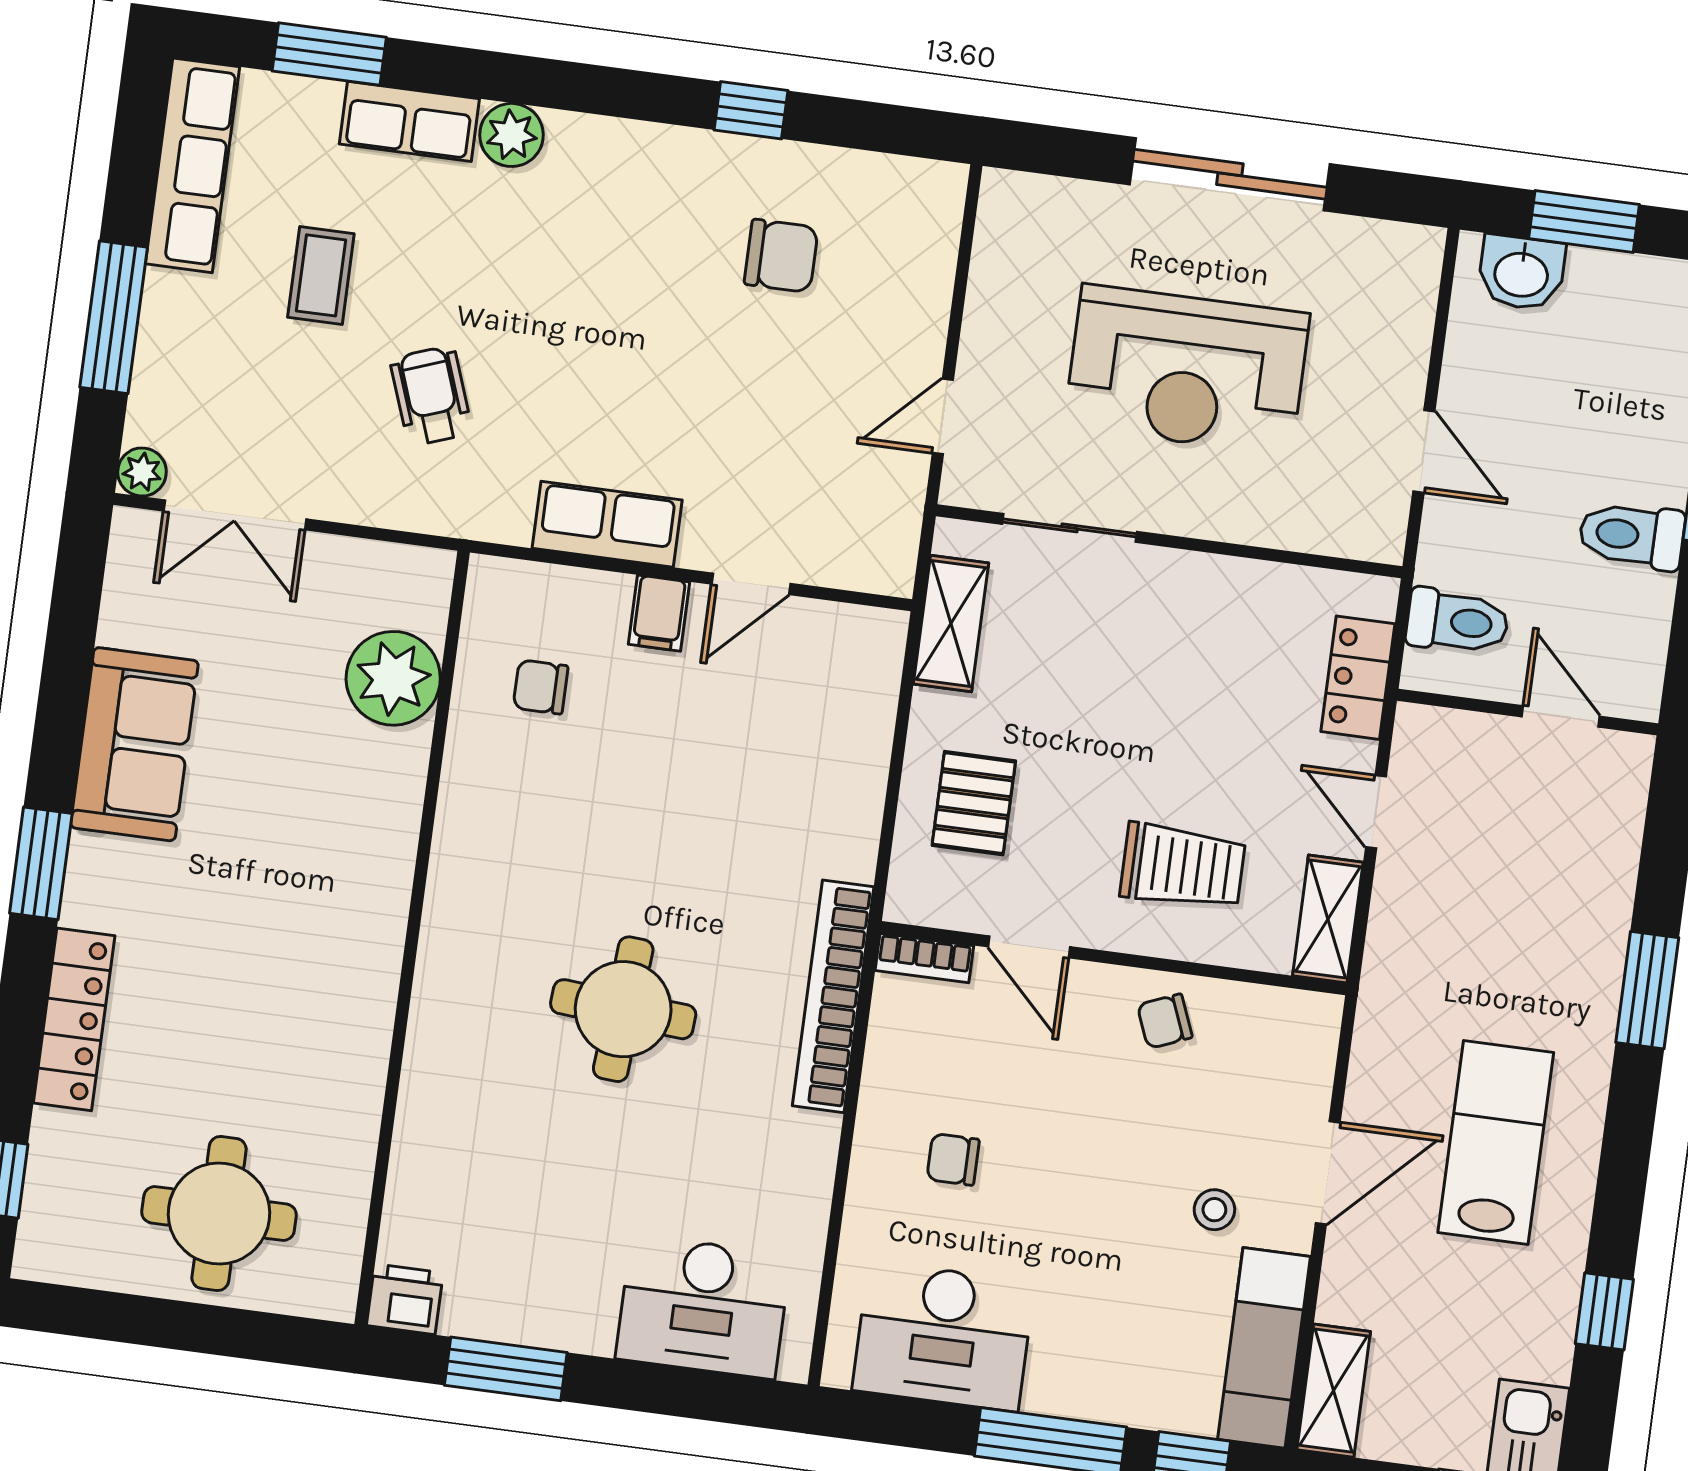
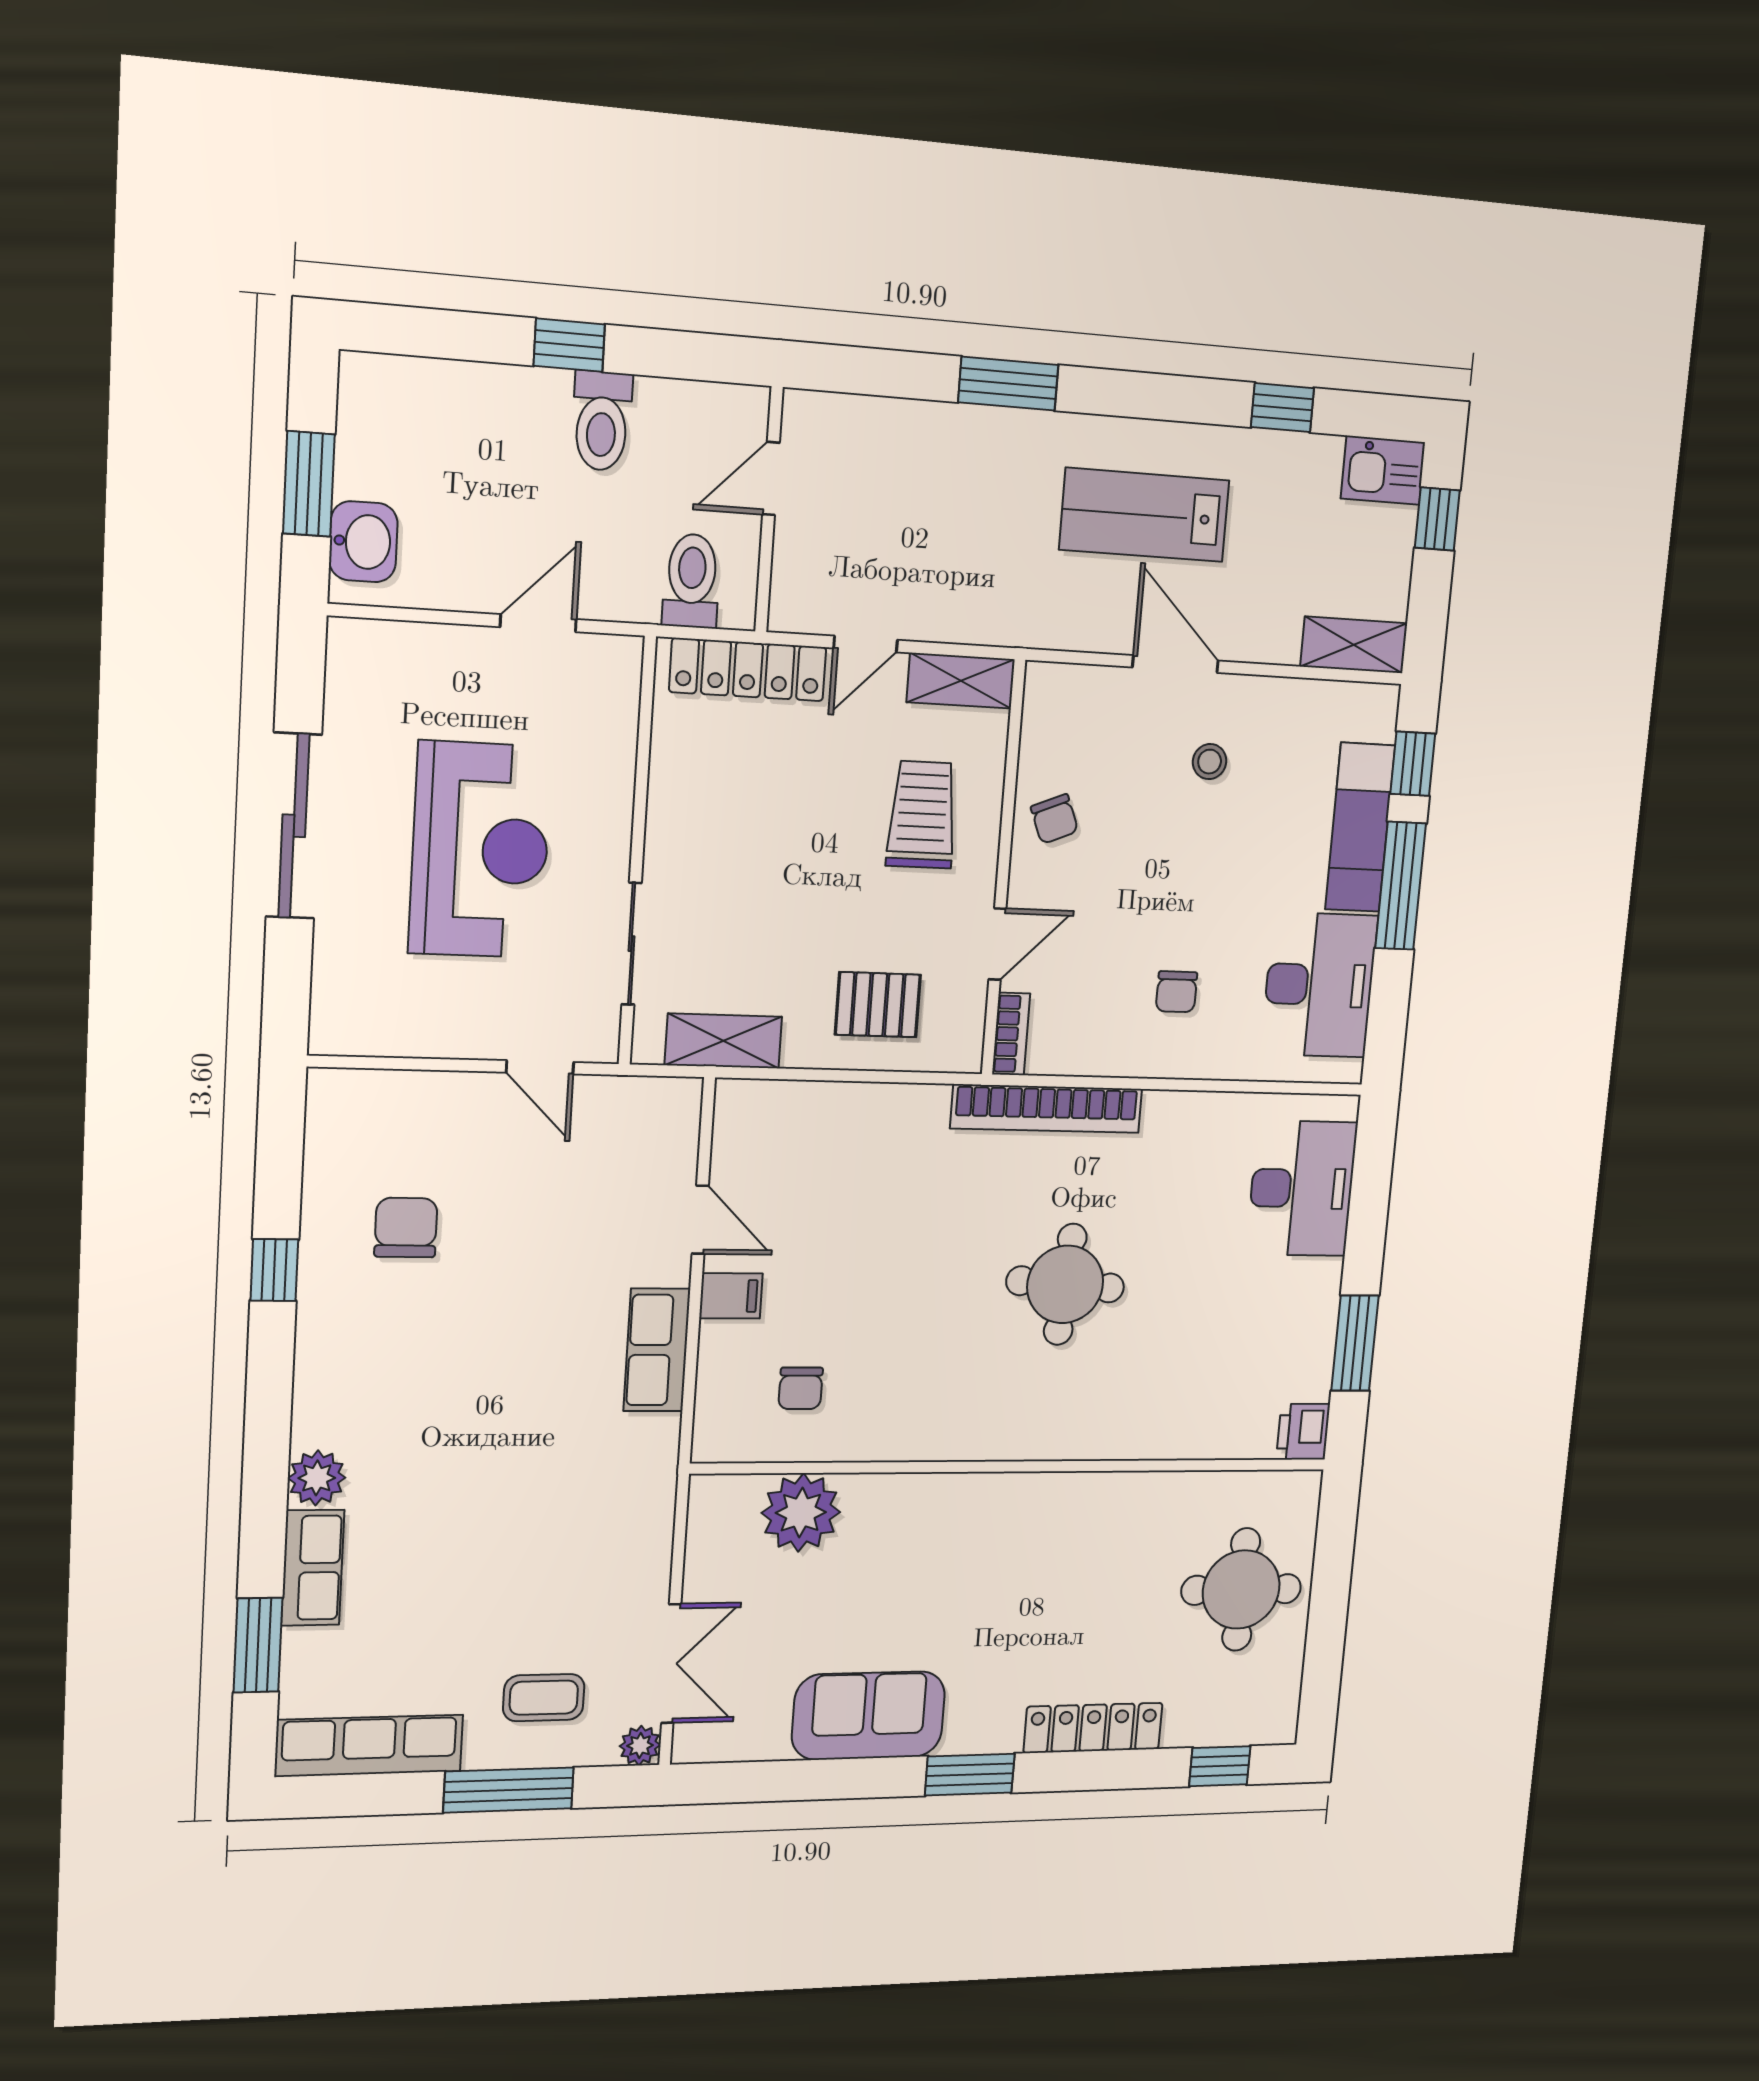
coffee table: (321, 275) -> (544, 1698), moved
wheelchair: (431, 396) -> (556, 1515), removed
locker: (1358, 678) -> (748, 670), width x1.53
exam couch: (1264, 1348) -> (1360, 827), moved, turned 90

